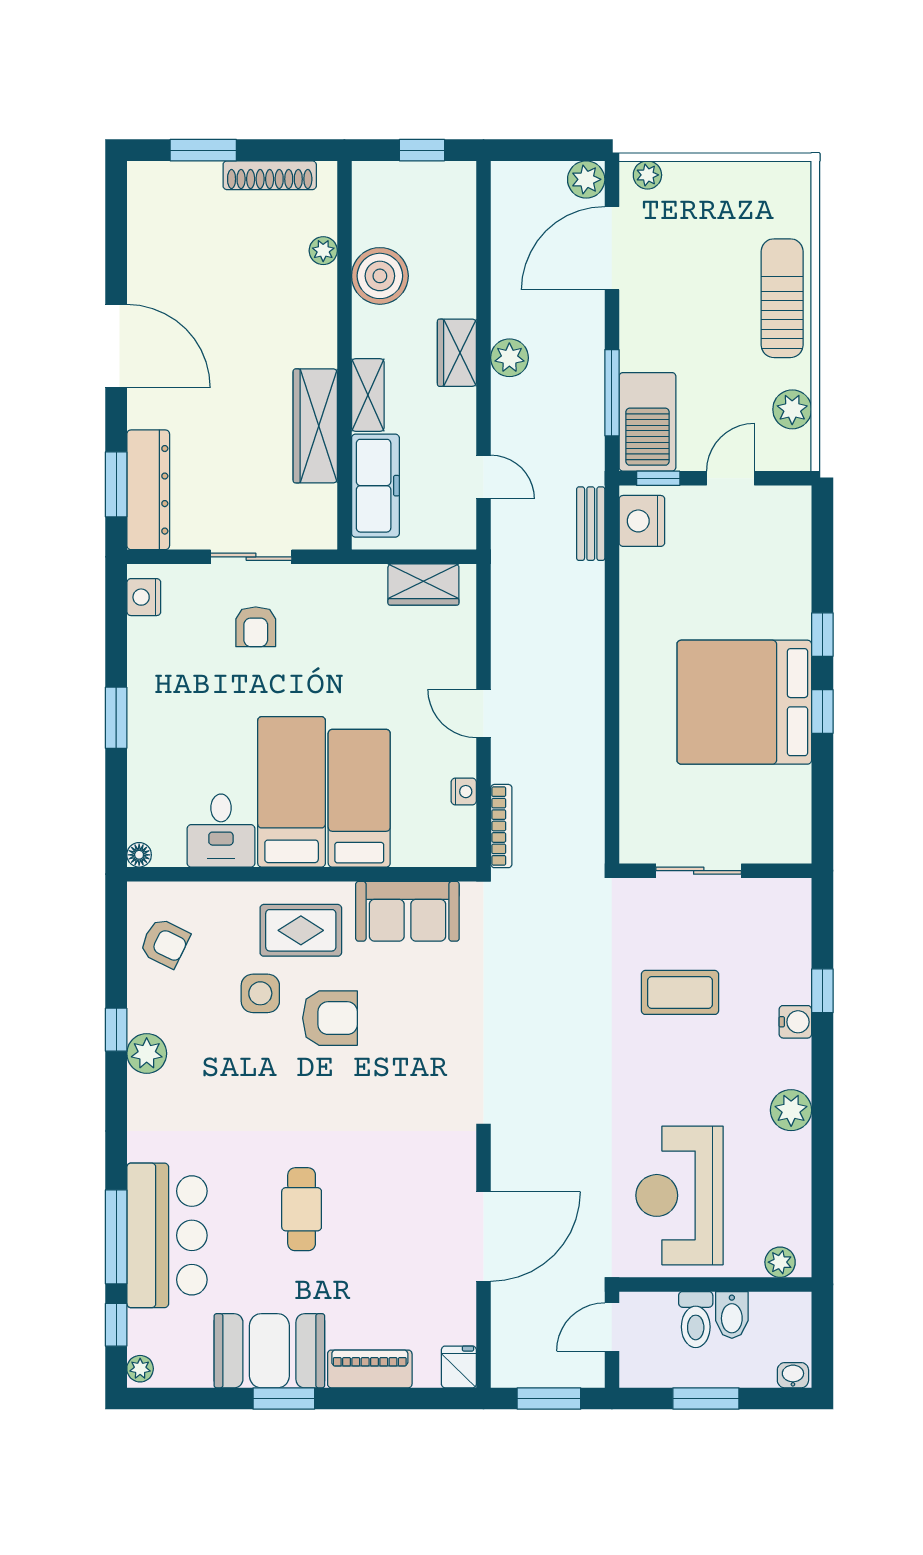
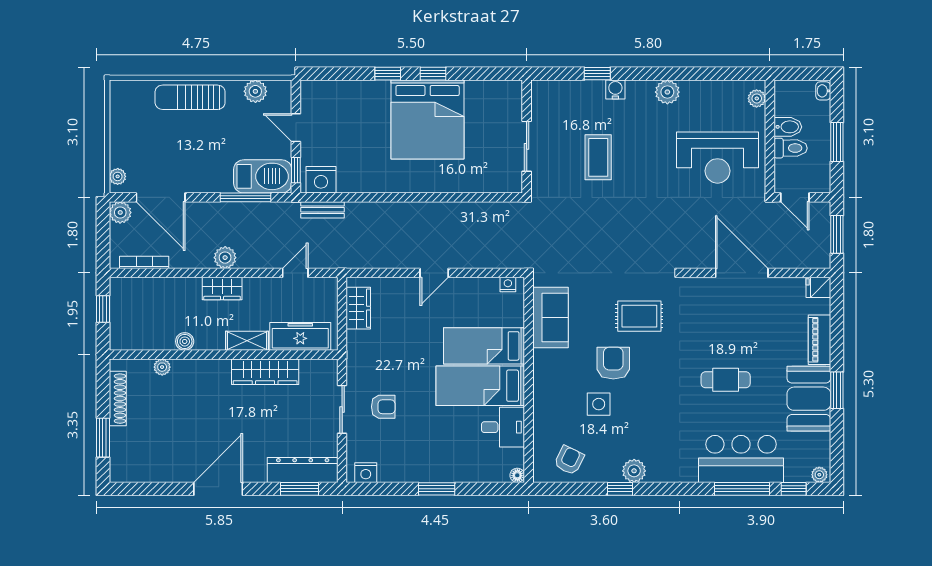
boiler: (380, 276) -> (185, 341), width x0.54, depth x0.54
nightstand: (464, 792) -> (508, 284), moved
bookcase: (501, 826) -> (144, 262), moved
rug: (301, 930) -> (639, 316), moved, turned 90

